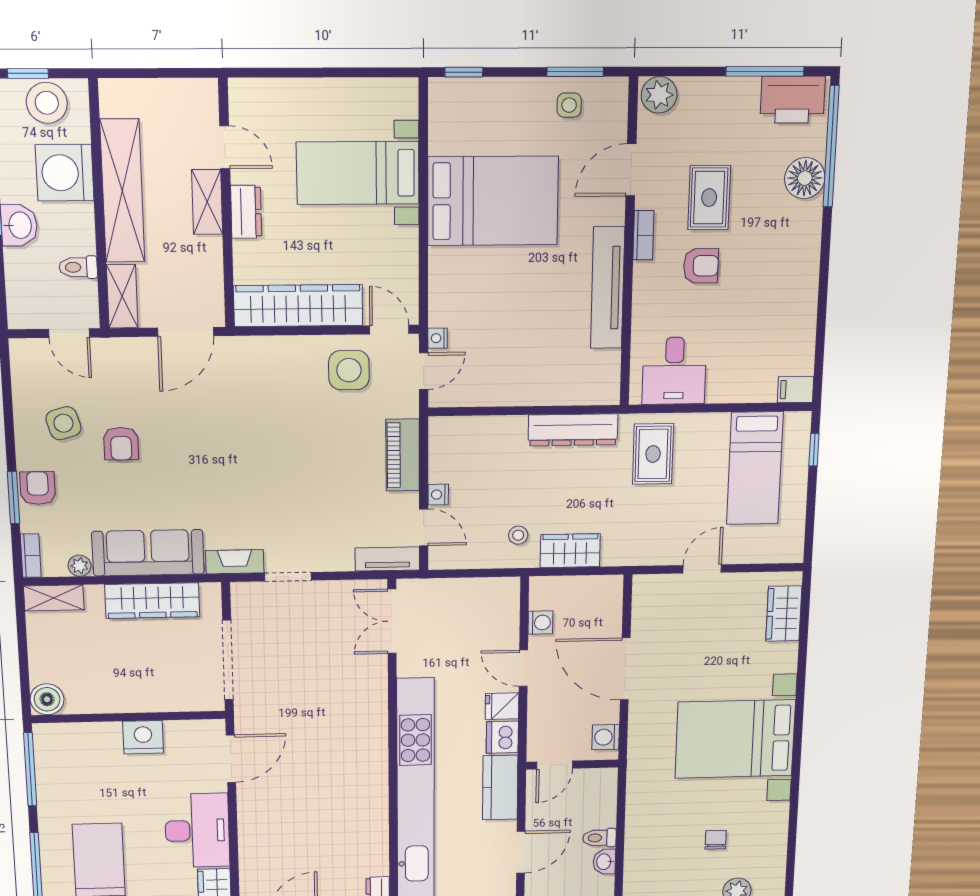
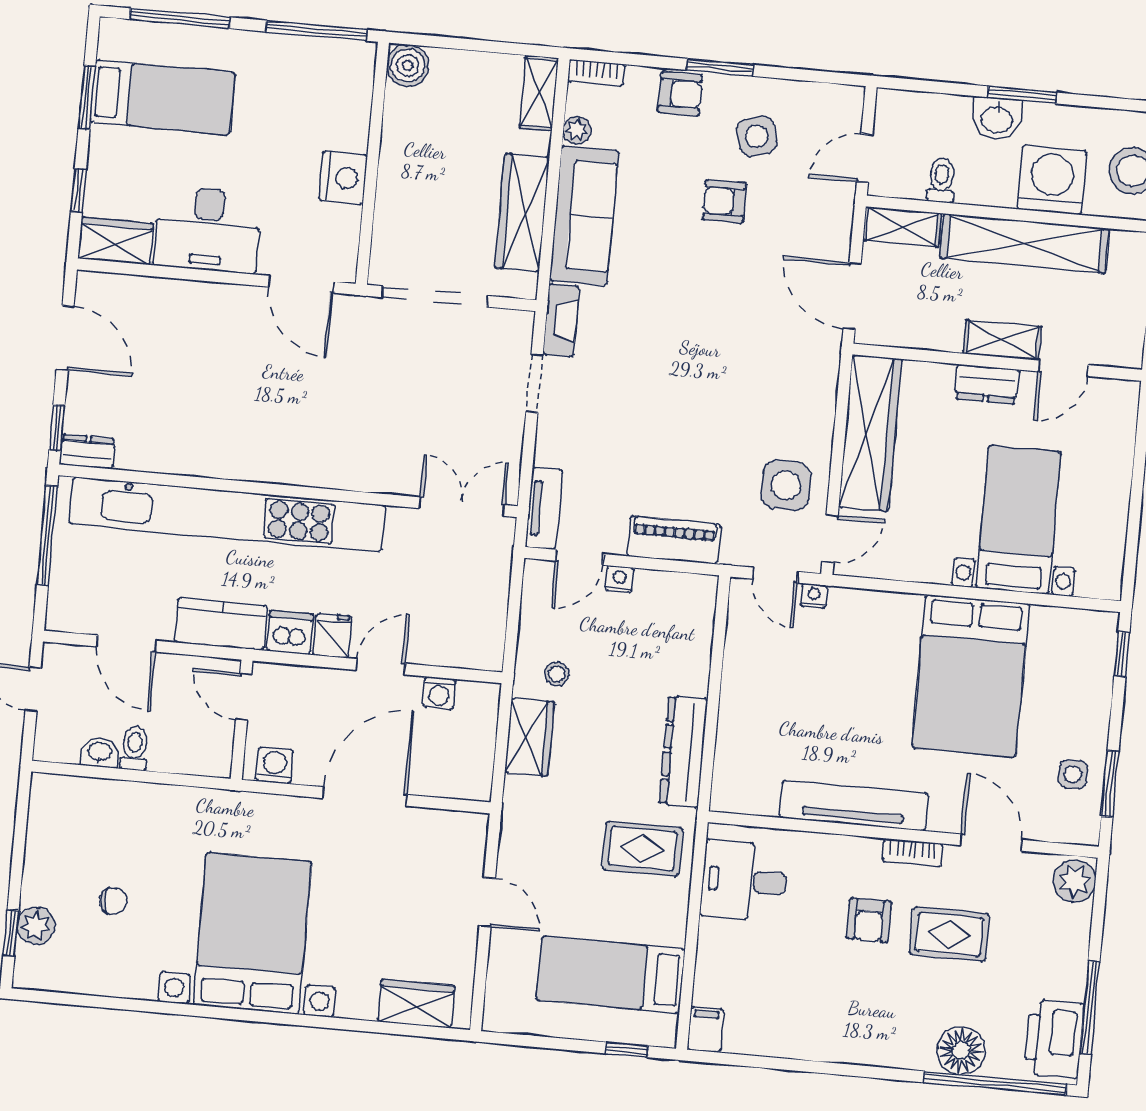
window: (13, 497) -> (720, 67), moved

